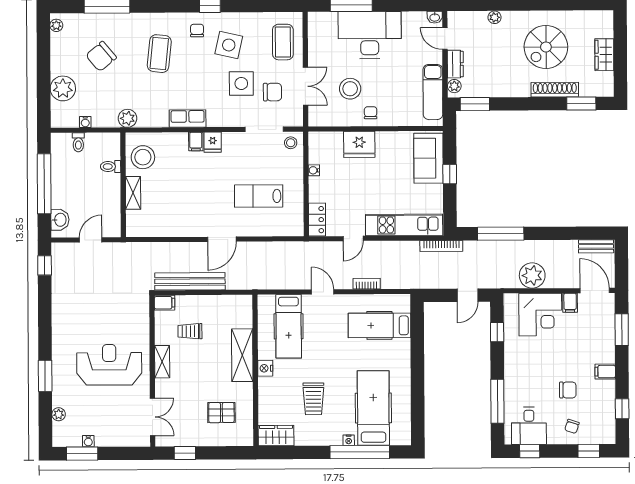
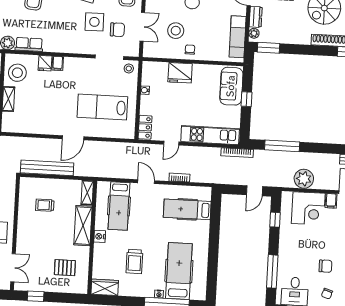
row of seats: (188, 118) -> (29, 44), moved
fridge: (213, 142) -> (45, 63), moved
lab bench: (259, 196) -> (102, 107), width x1.36, depth x1.39
filing cabinet: (165, 303) -> (27, 183), removed
shelving: (162, 362) -> (87, 193), moved

